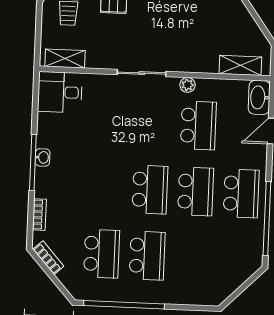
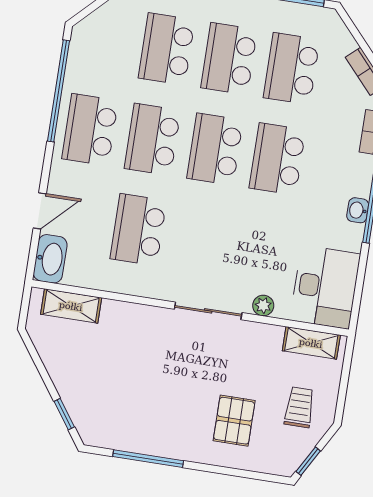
plant: (188, 85) -> (263, 306), moved
desk: (60, 92) -> (325, 287), width x1.37
school desk: (104, 188) -> (277, 159), added
school desk: (193, 258) -> (167, 49), added

